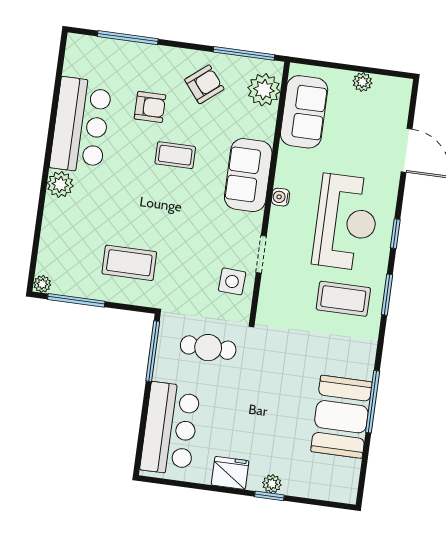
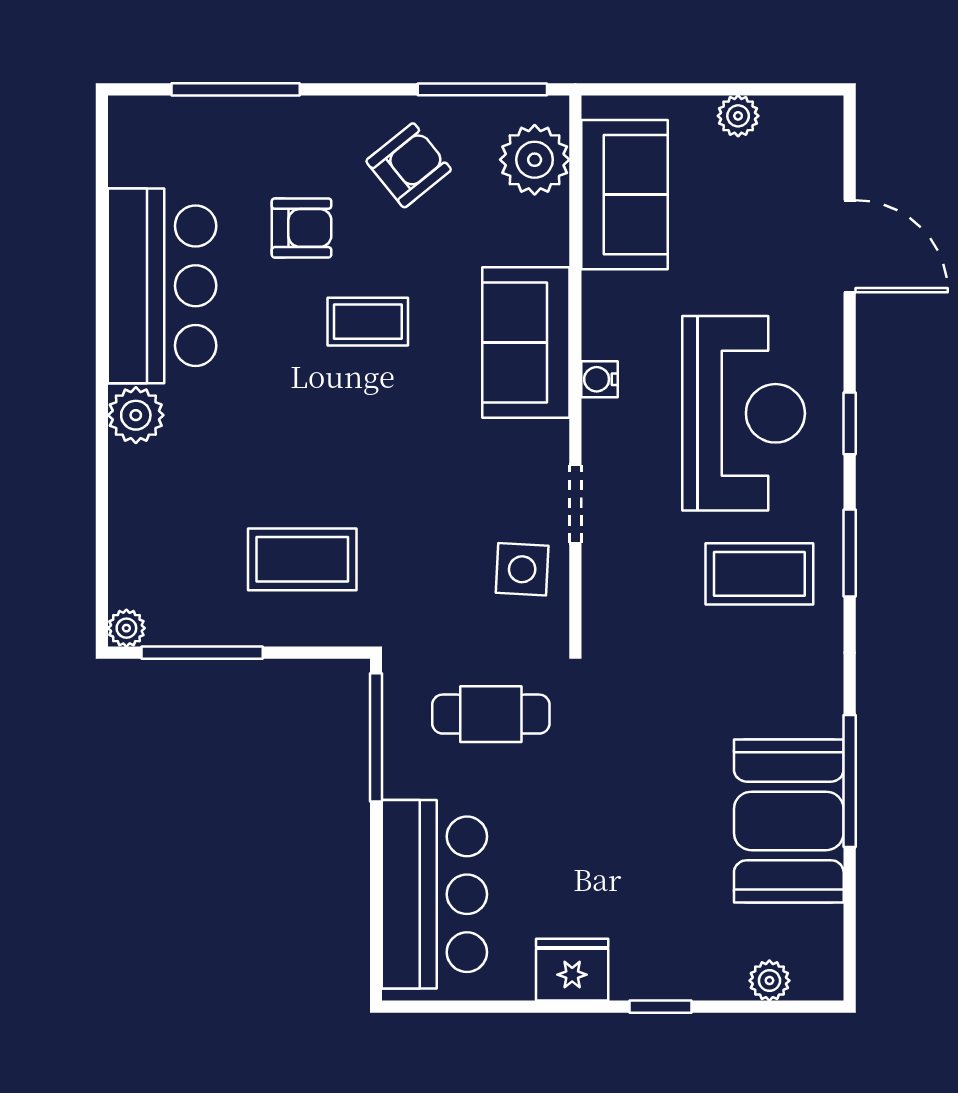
plant: (272, 484) -> (769, 981), moved

